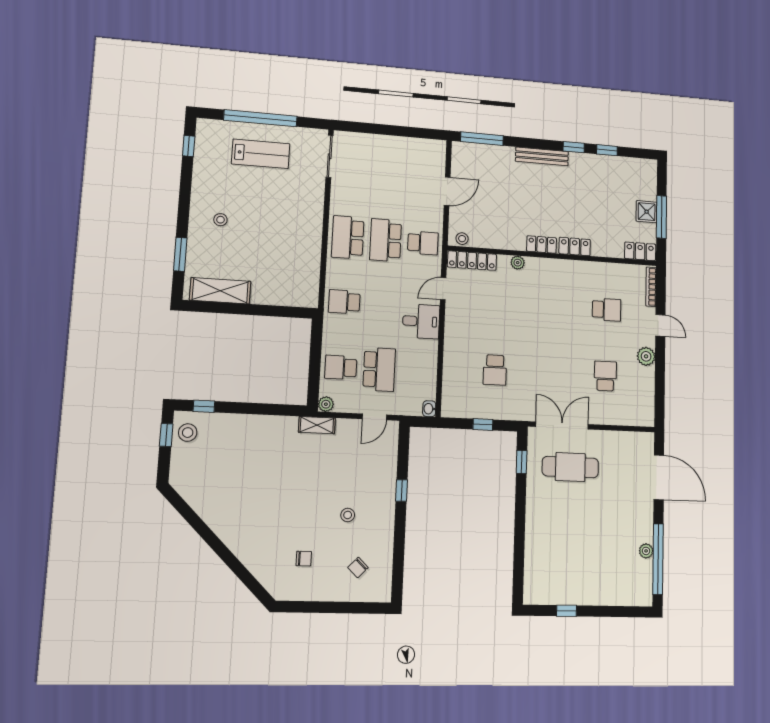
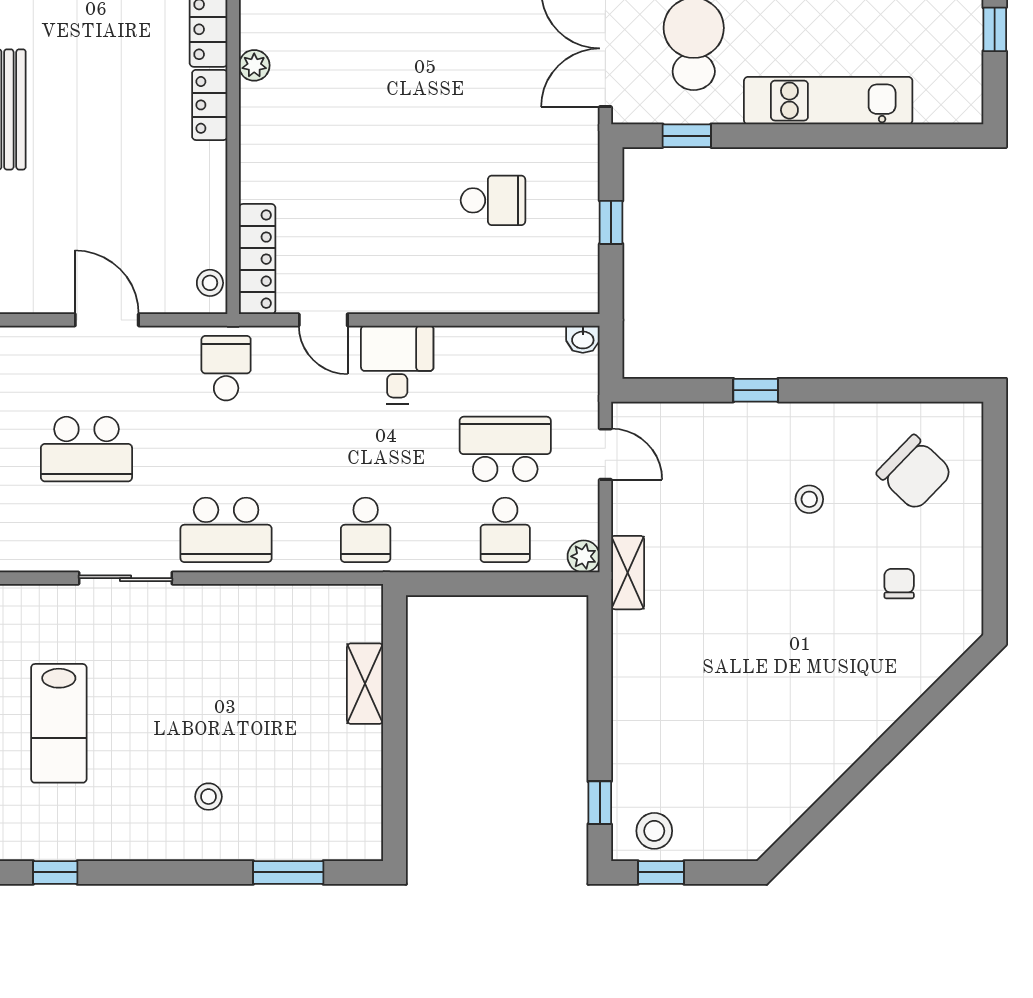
lab bench: (261, 154) -> (59, 723), turned 180
sliding door: (330, 156) -> (125, 578), moved
school desk: (386, 240) -> (86, 449), moved
plant: (518, 263) -> (254, 65), moved
shelving: (220, 291) -> (365, 684), moved, width x0.67, depth x0.75
kitchen unit: (536, 530) -> (828, 101), added
chair: (358, 567) -> (915, 473), width x1.87, depth x1.87

